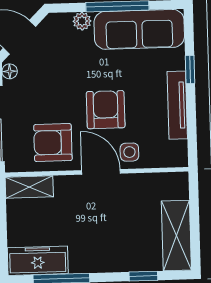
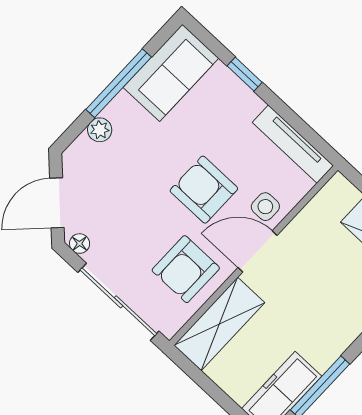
sofa: (139, 29) -> (171, 73), width x0.73
tv unit: (177, 105) -> (293, 144), moved
shelving: (29, 187) -> (219, 324), width x1.50, depth x1.33

